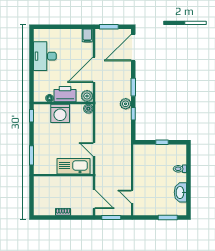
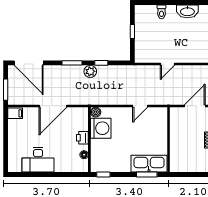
door: (94, 70) -> (53, 106), hinge flipped
printer: (65, 94) -> (82, 138), width x0.53, depth x0.68
plant: (87, 96) -> (82, 114), removed
washing machine: (60, 113) -> (101, 128), moved
kitchen sink: (73, 166) -> (149, 164), moved, turned 90
door: (132, 197) -> (167, 64), moved

